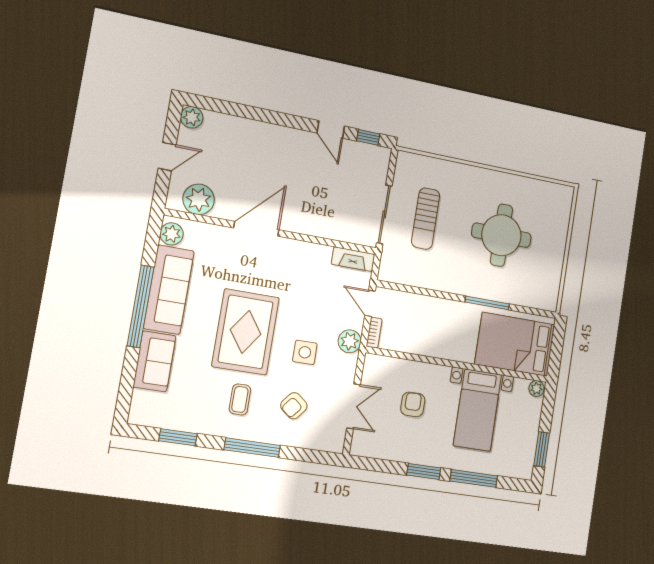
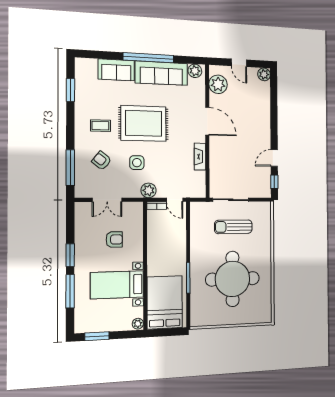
round table: (501, 235) -> (232, 279), width x1.36, depth x1.36
fireplace: (353, 259) -> (200, 157), moved
door: (370, 303) -> (175, 200), swing flipped
window: (252, 448) -> (70, 168), moved

